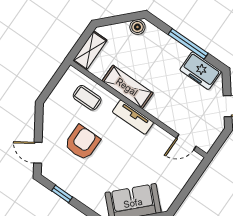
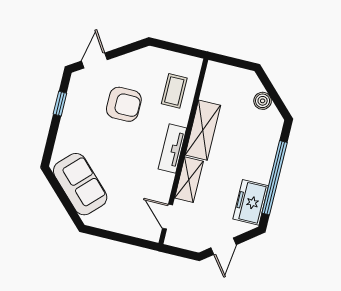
boiler: (137, 27) -> (263, 101), moved
window: (188, 44) -> (275, 178), width x1.46
shelving: (90, 50) -> (189, 180), moved, turned 90

